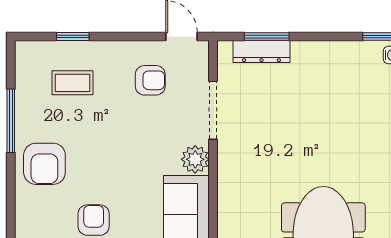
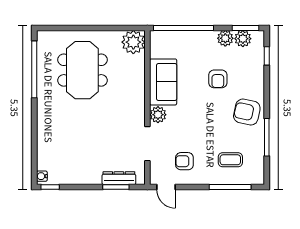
window: (73, 37) -> (230, 187), width x2.17
armchair: (44, 164) -> (247, 112), turned -78

